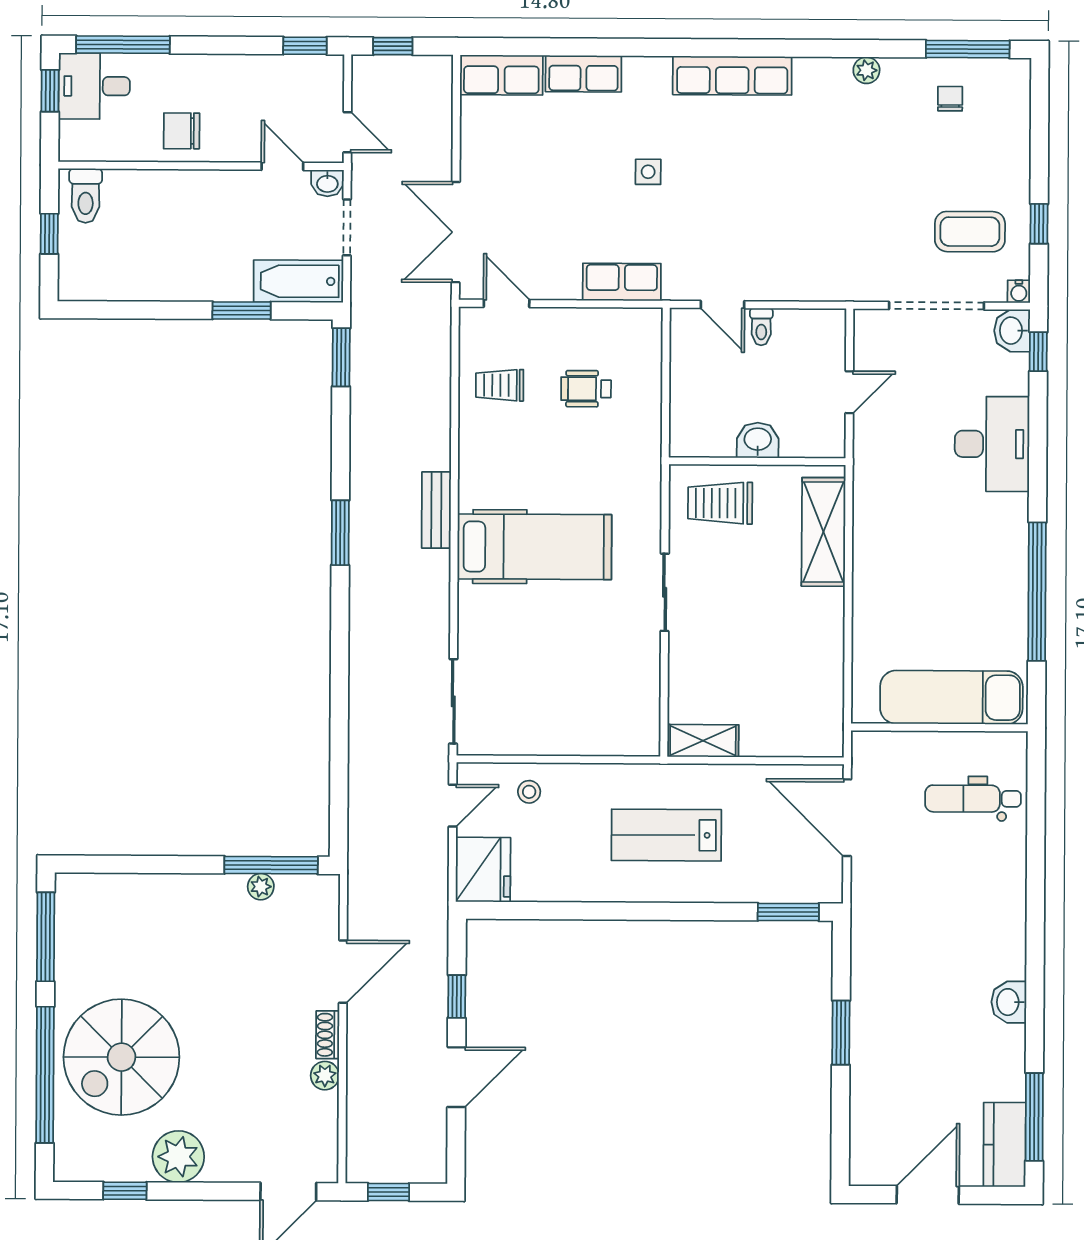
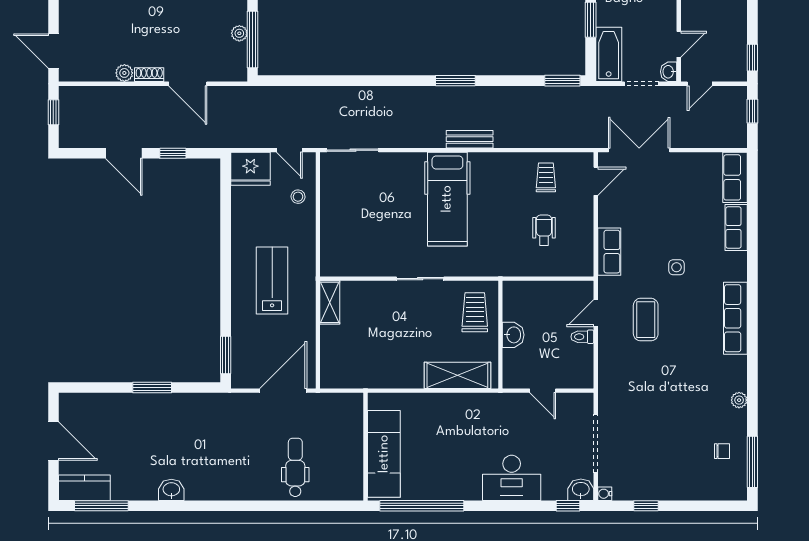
coffee table: (970, 232) -> (646, 320), moved
exam couch: (951, 697) -> (384, 454), moved
wall: (939, 727) -> (366, 447), moved

